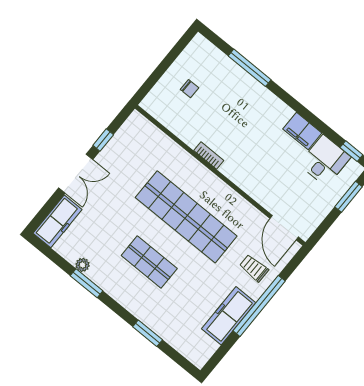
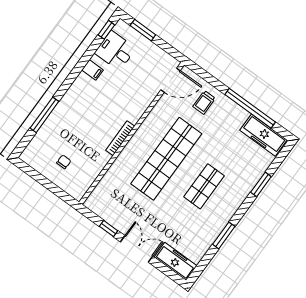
filing cabinet: (302, 131) -> (93, 70), width x0.50
bookcase: (209, 156) -> (120, 138), width x1.56
plant: (82, 265) -> (209, 239), removed
window: (259, 306) -> (250, 108), moved
freezer: (229, 316) -> (263, 135), moved

